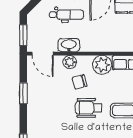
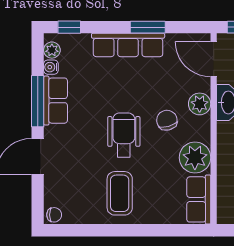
door: (43, 54) -> (214, 59), hinge flipped
row of seats: (34, 105) -> (128, 45), added

